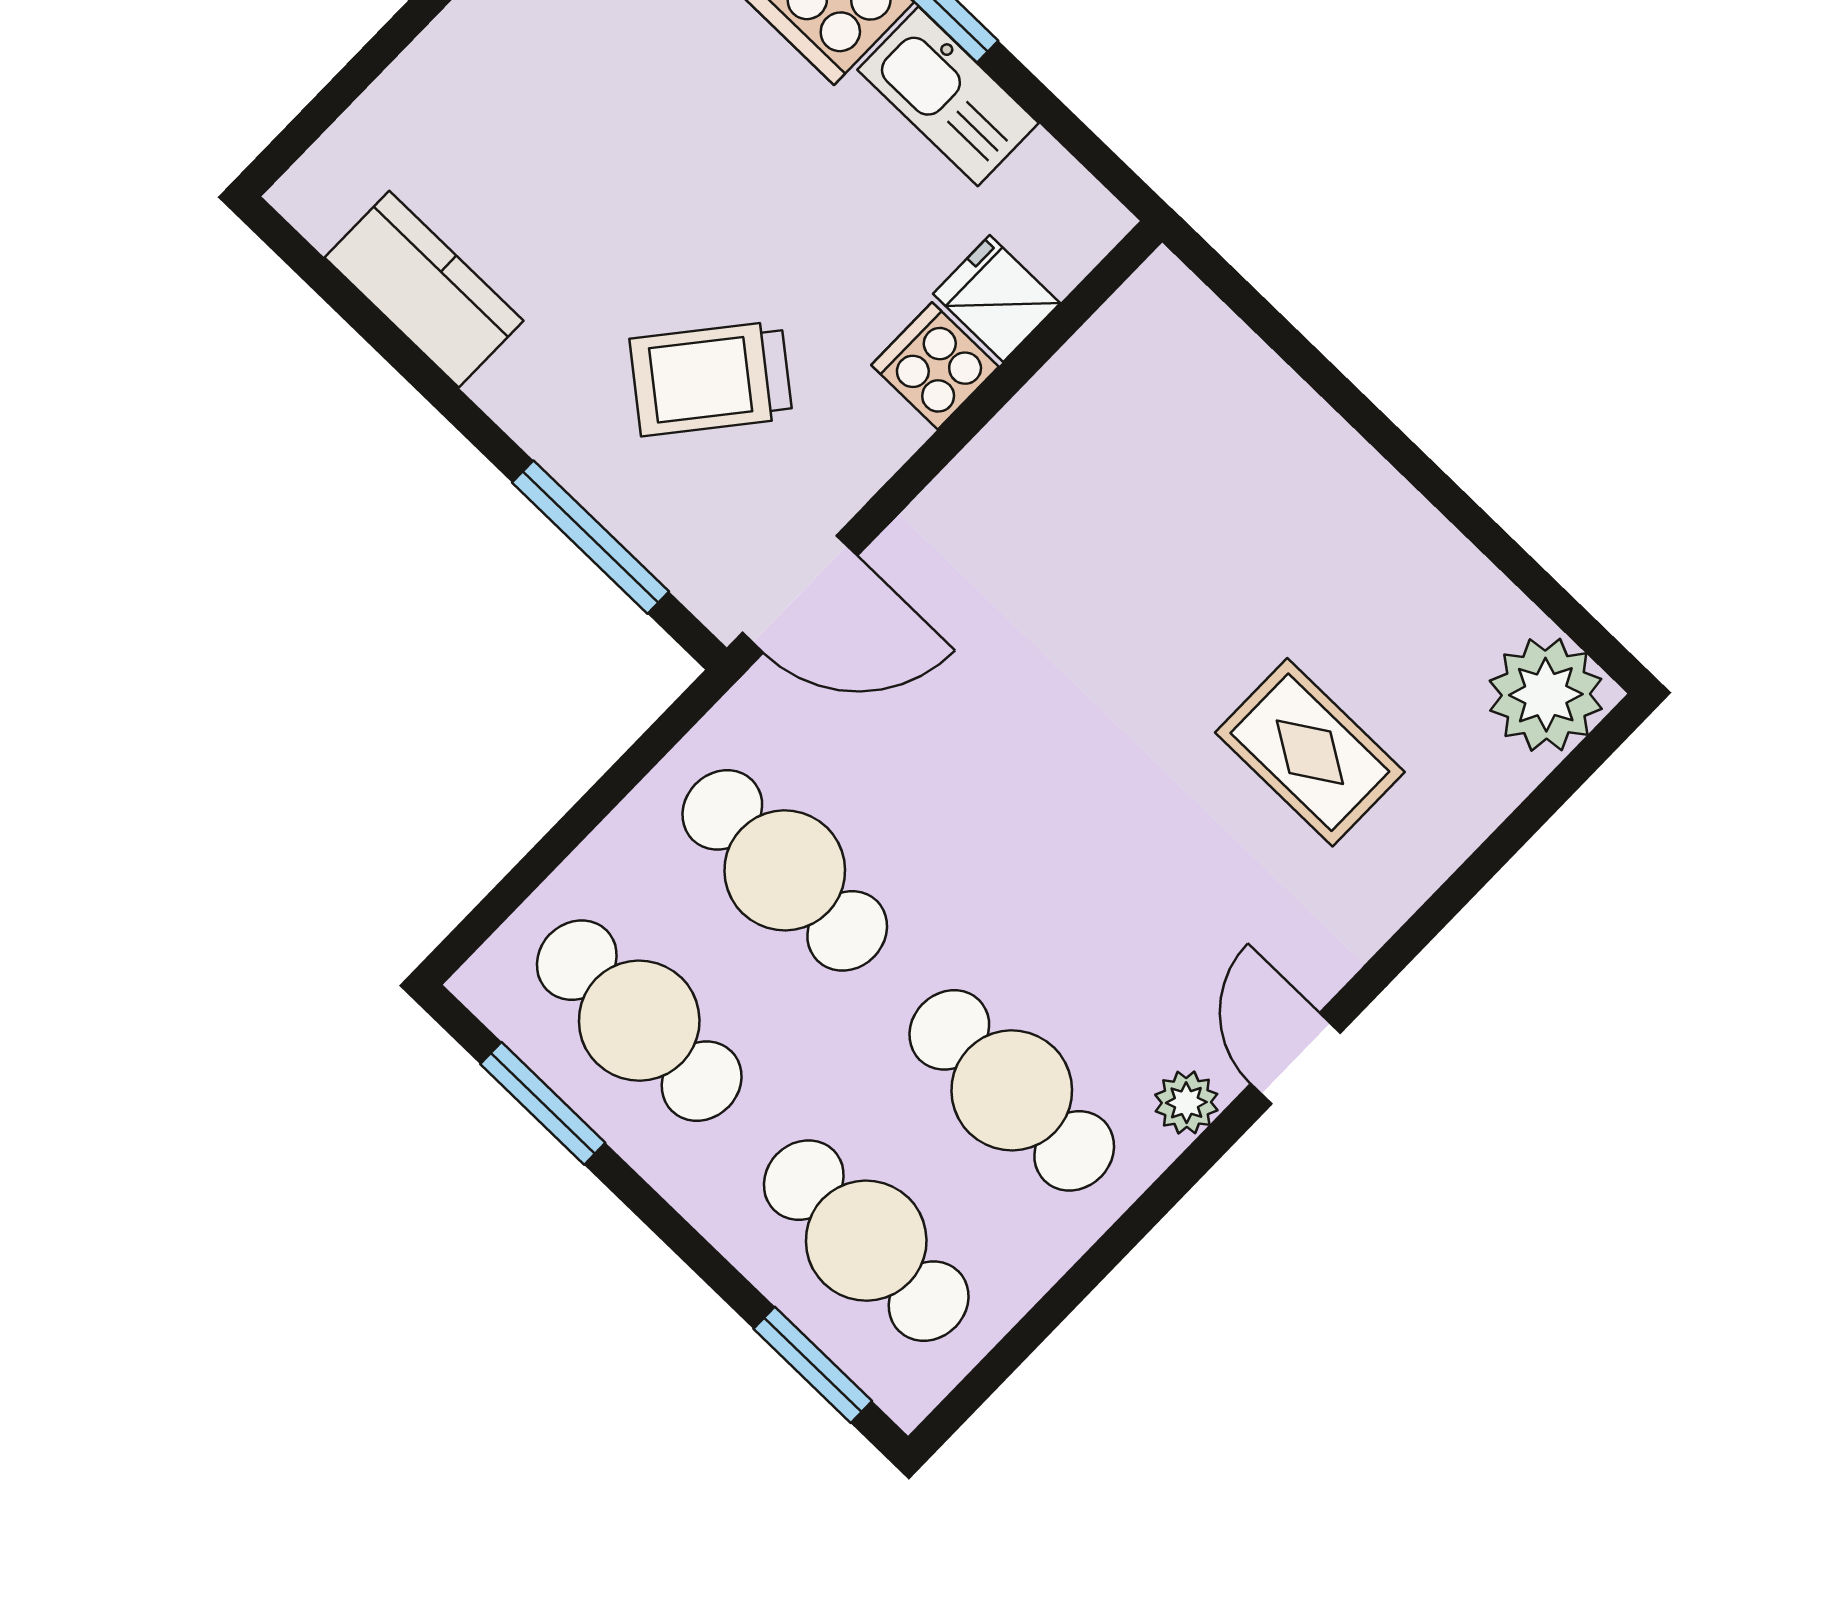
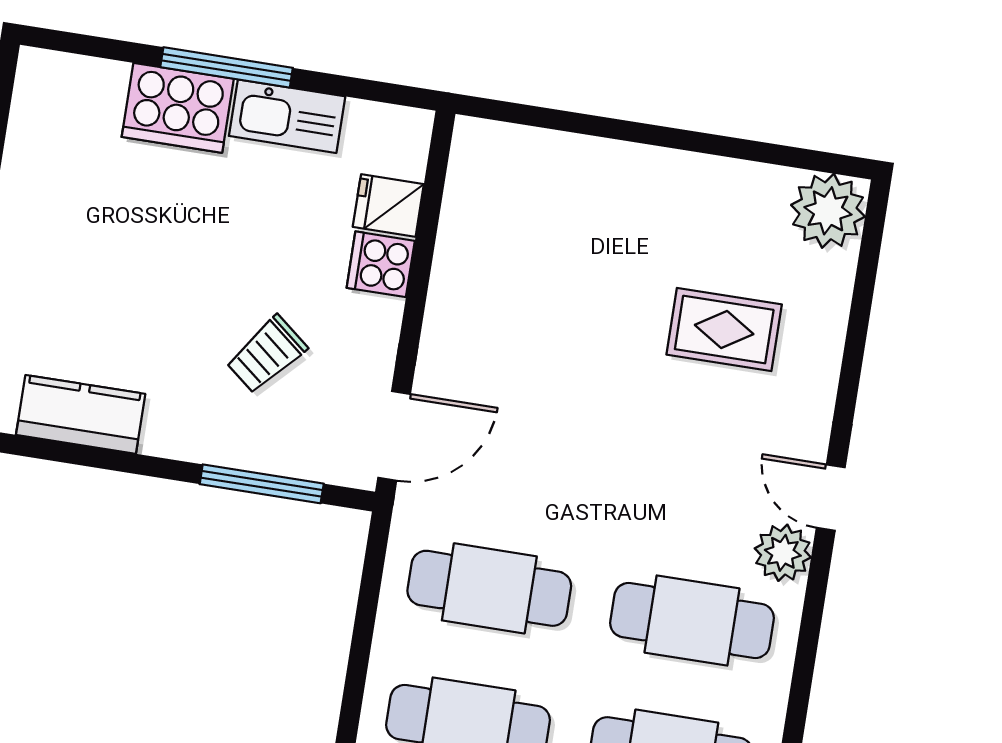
trolley: (711, 378) -> (267, 355), width x0.73, depth x0.72
plant: (1186, 1103) -> (783, 553), width x1.38, depth x1.38

